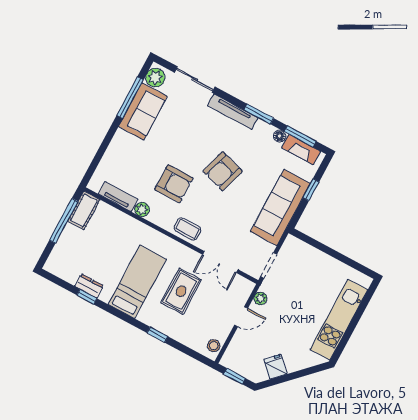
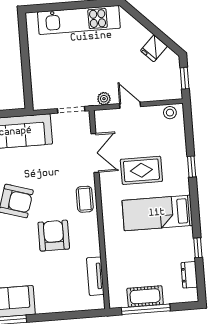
plant: (142, 209) -> (93, 249), removed
cot: (84, 210) -> (145, 296), moved
dresser: (89, 286) -> (189, 275), moved

